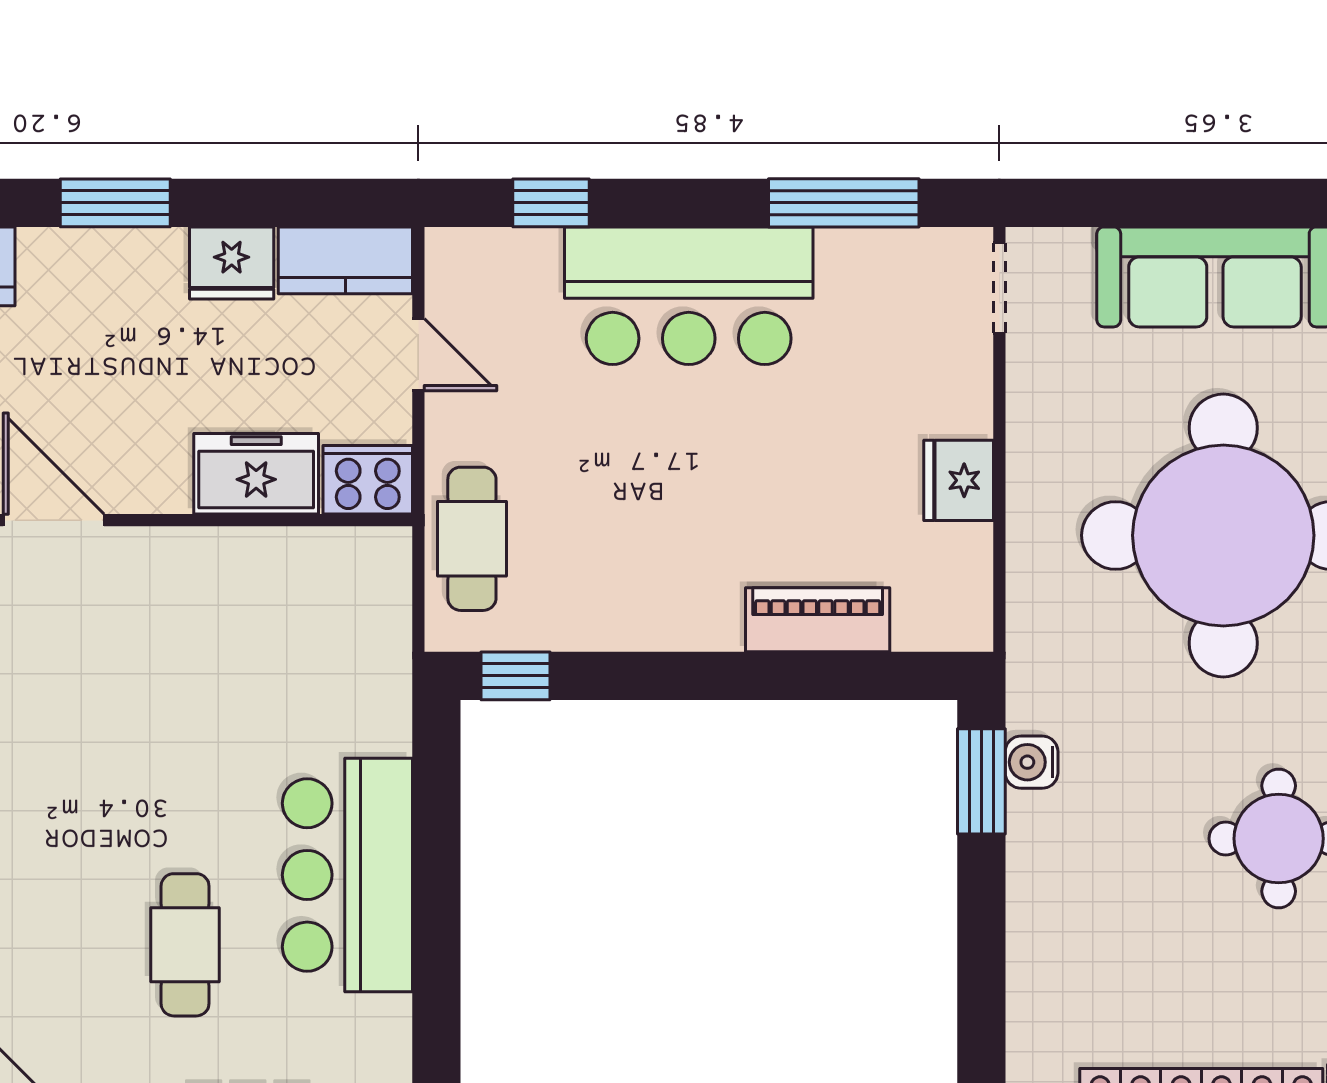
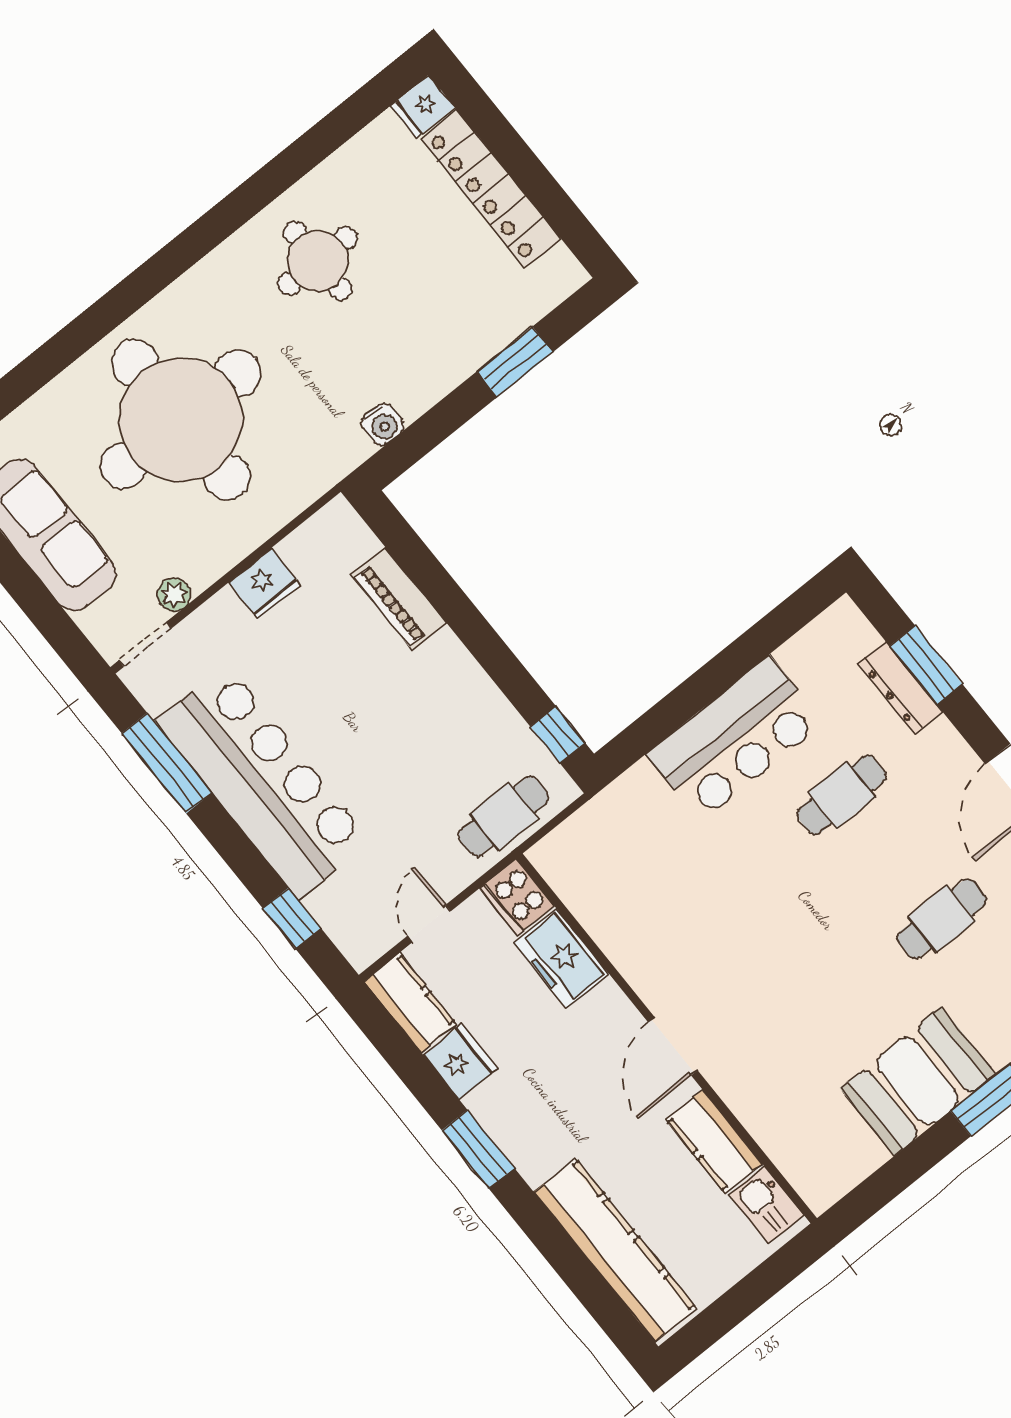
bar counter: (689, 296) -> (263, 782), width x1.36
plant: (1029, 367) -> (174, 595), added
window: (981, 781) -> (515, 362), moved

